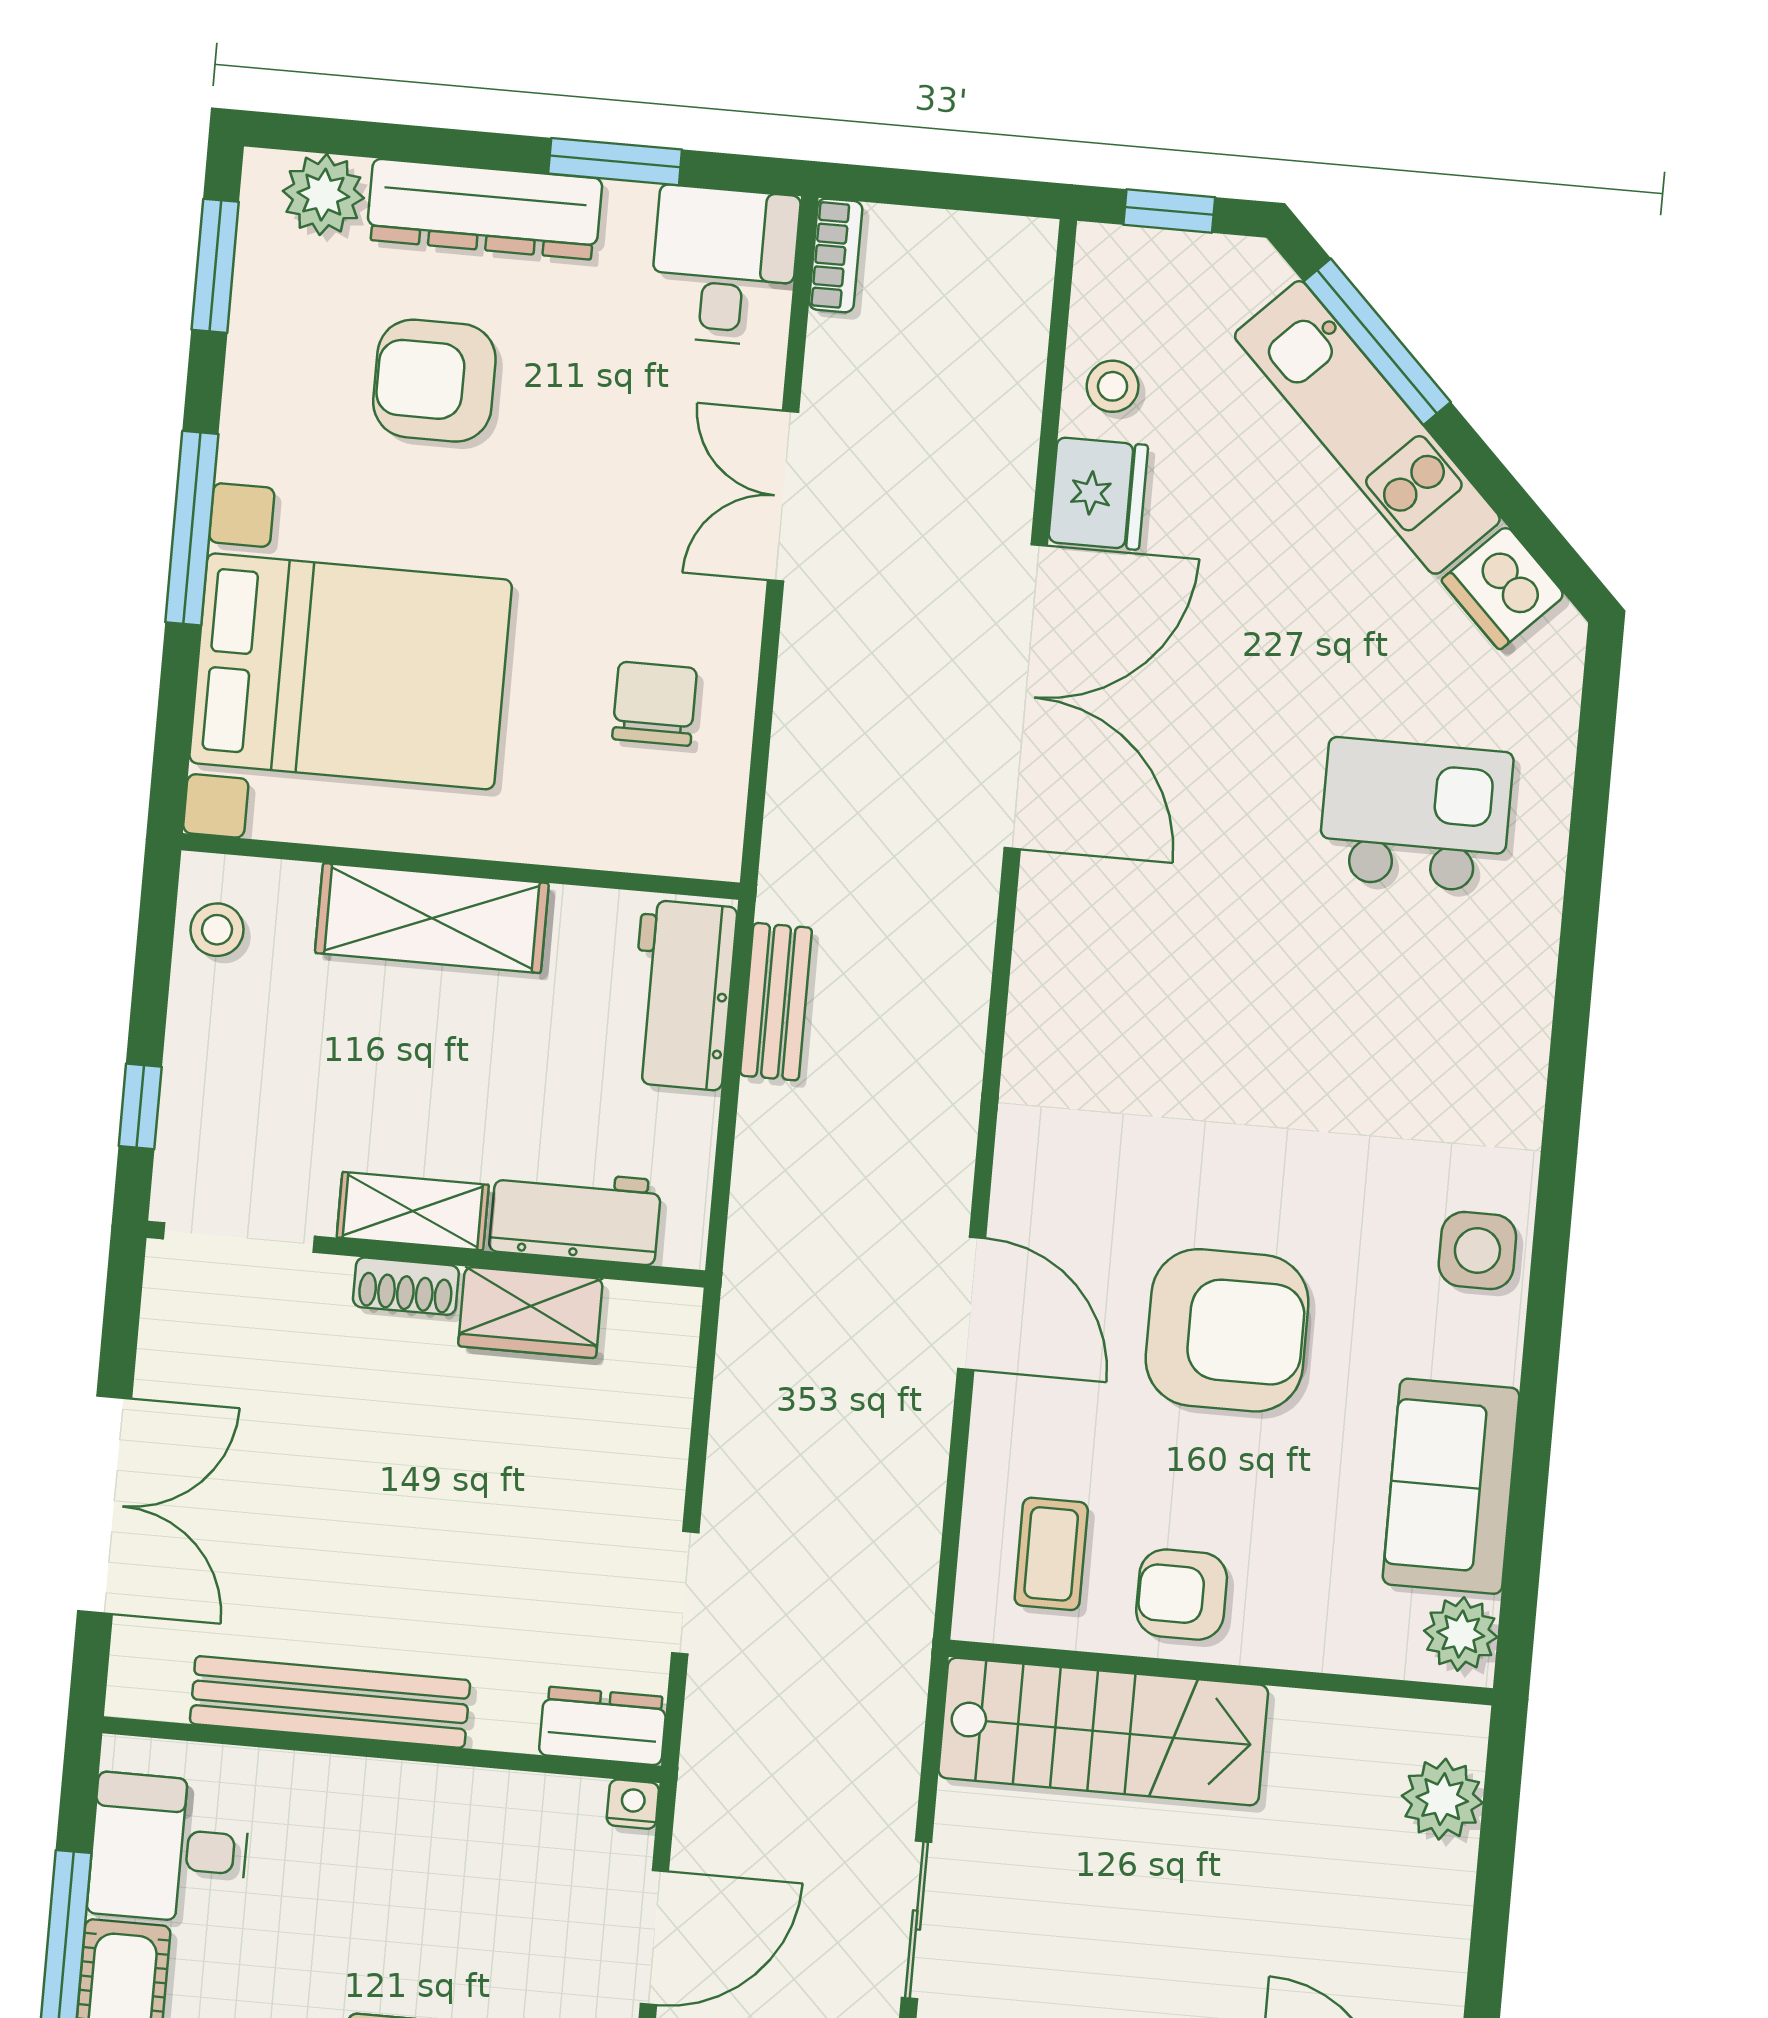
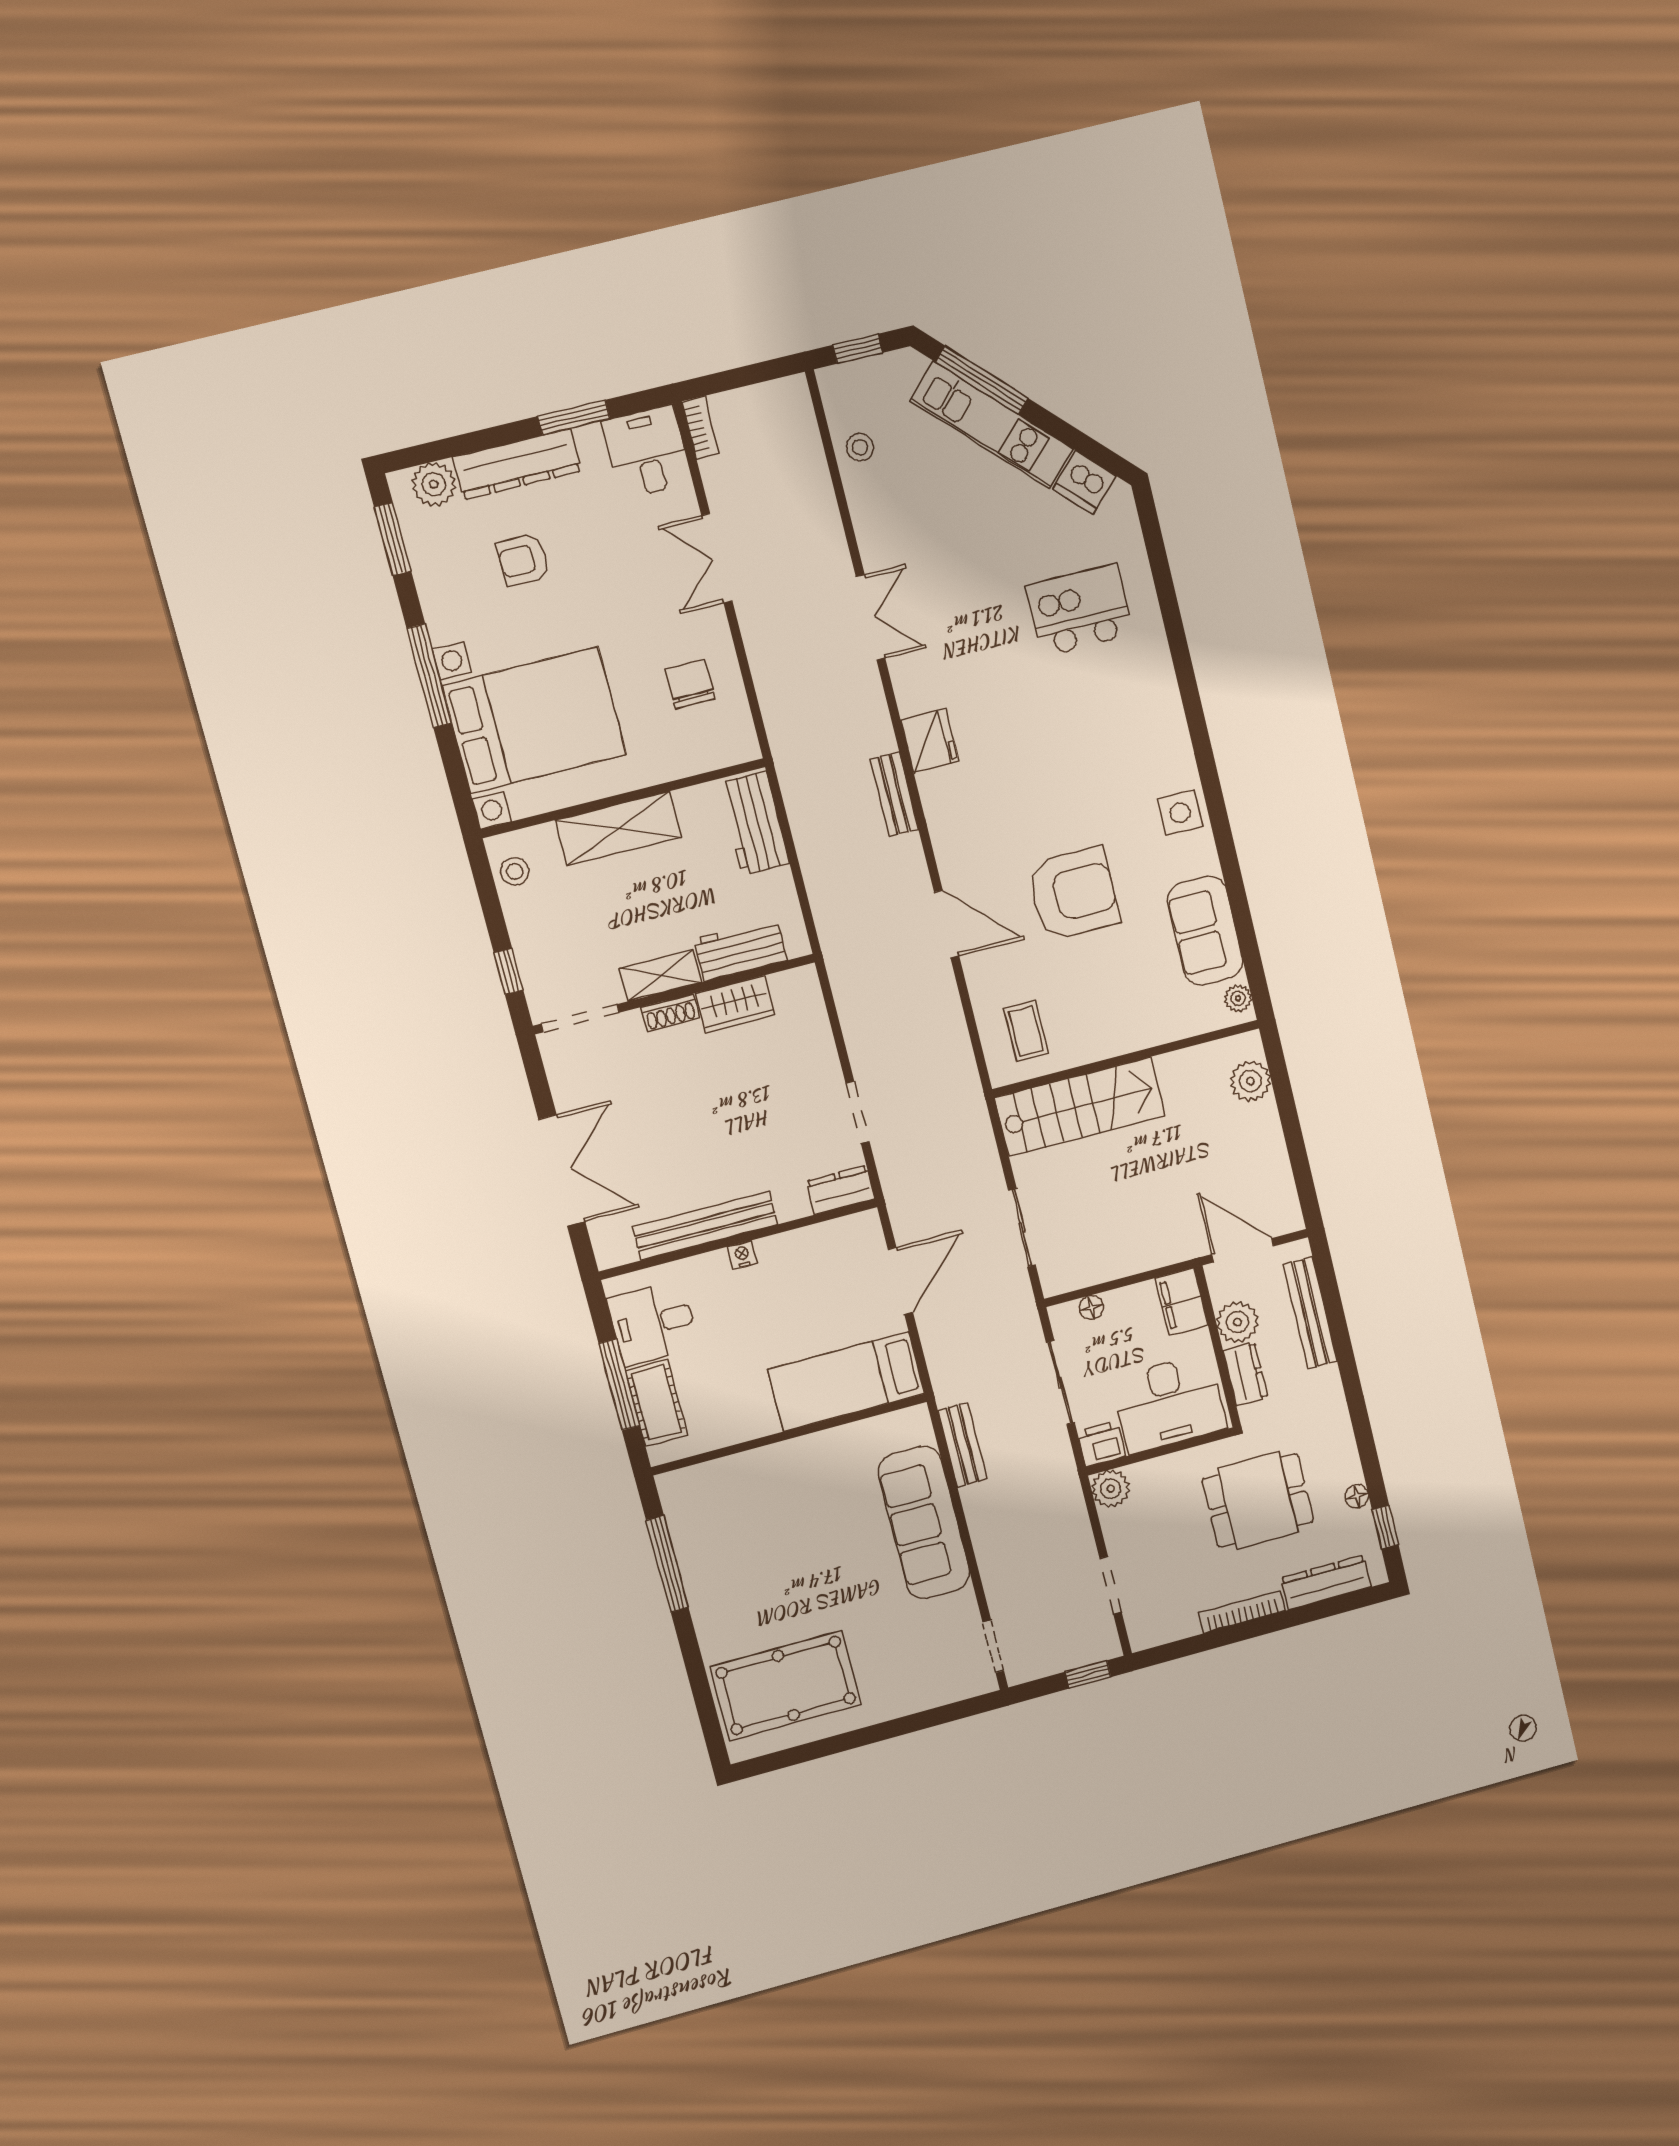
armchair: (434, 381) -> (523, 560), width x0.72, depth x0.72
fridge: (1098, 493) -> (930, 741), moved
double door: (1026, 697) -> (871, 617), width x0.54
bench: (776, 1002) -> (894, 794), moved
armchair: (1182, 1595) -> (1095, 1028), removed
plant: (1461, 1634) -> (1238, 998), width x0.73, depth x0.73
nightstand: (633, 1804) -> (742, 1255), moved

